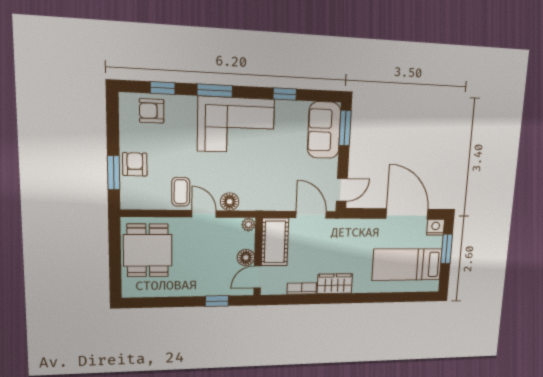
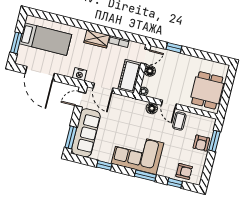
sofa: (324, 130) -> (86, 133), width x1.36
nightstand: (436, 227) -> (80, 74), moved

